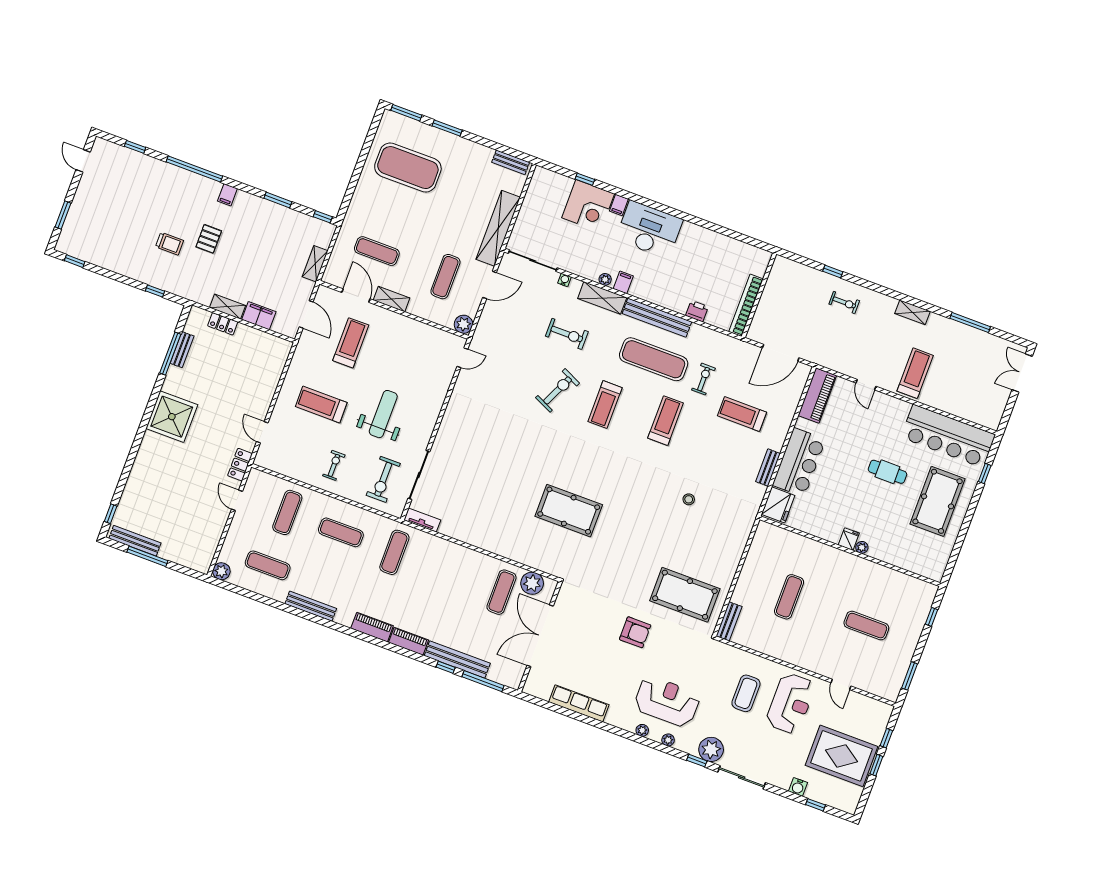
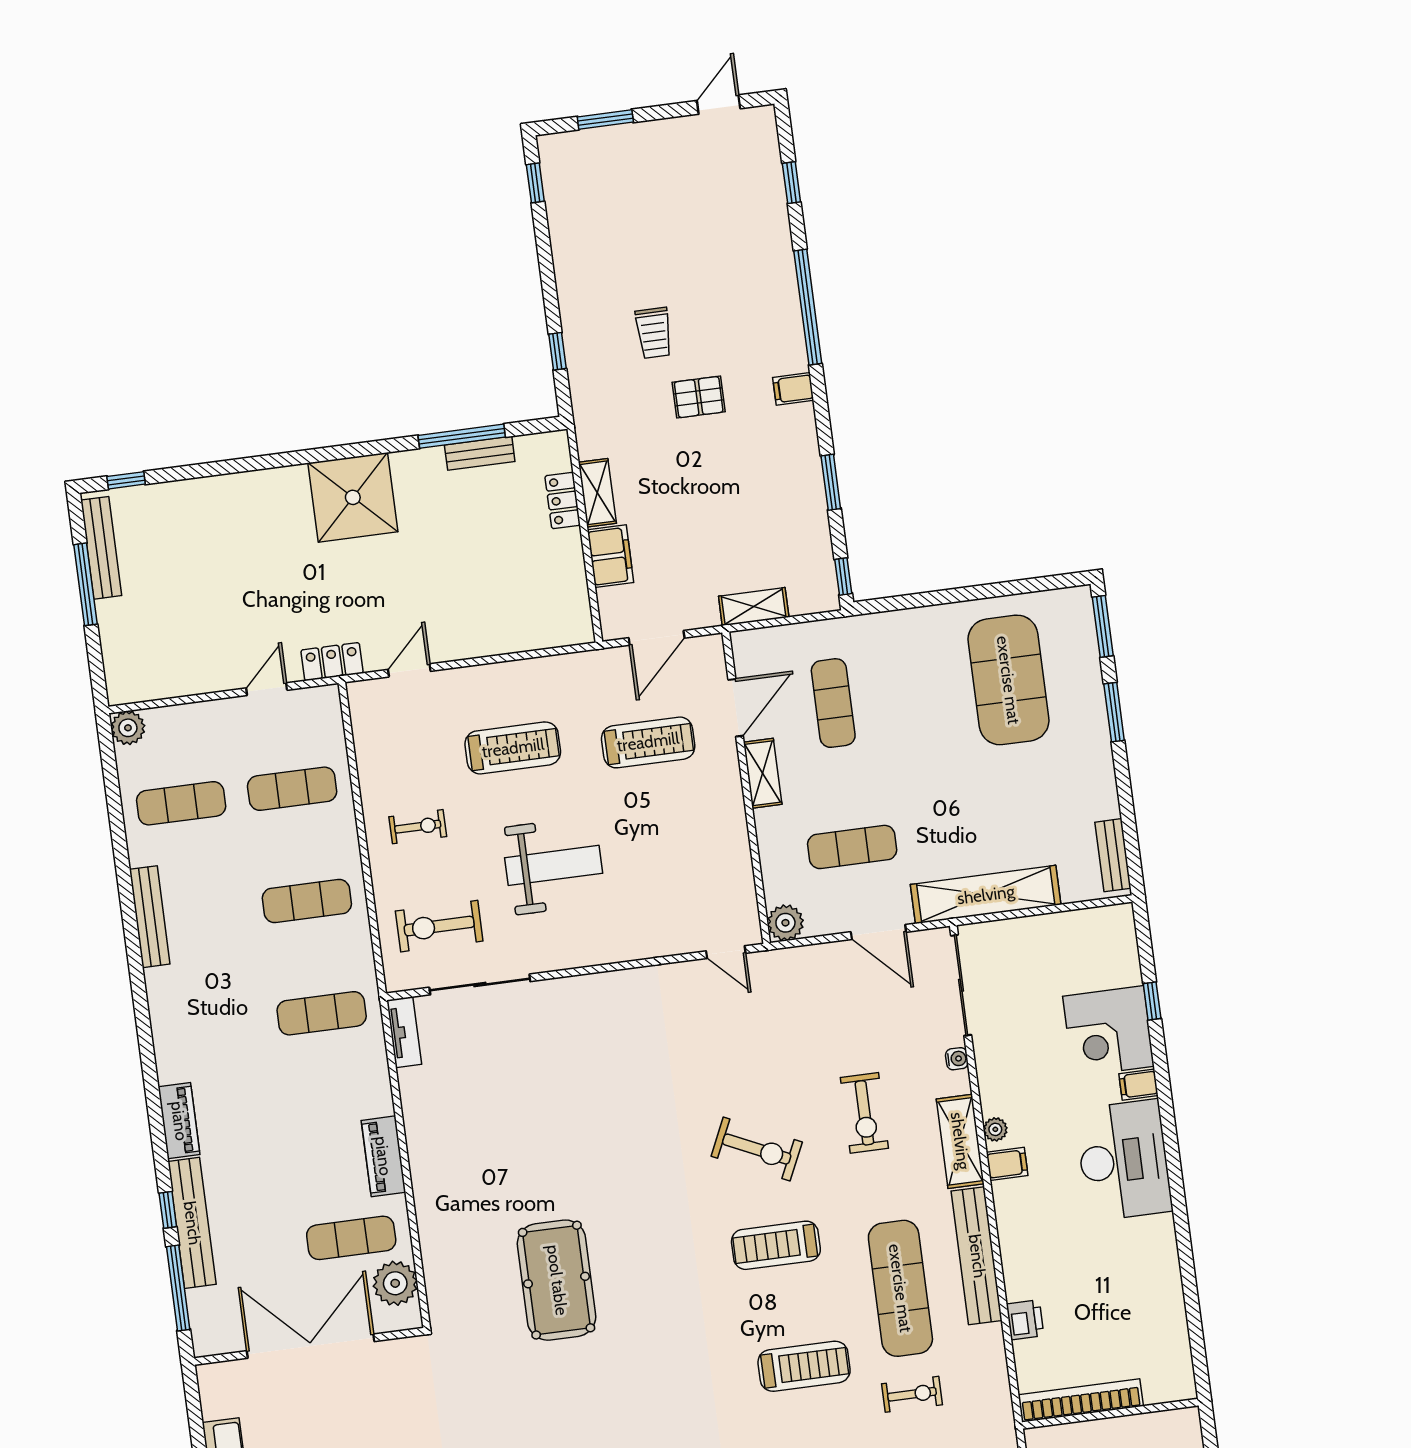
treadmill: (321, 404) -> (513, 748), turned 90
exercise mat: (341, 532) -> (307, 901), turned 90
exercise mat: (268, 565) -> (181, 803), turned 90
piano: (372, 627) -> (383, 1156), moved, turned 180

